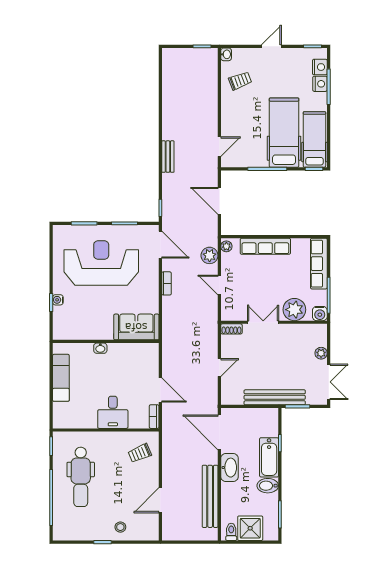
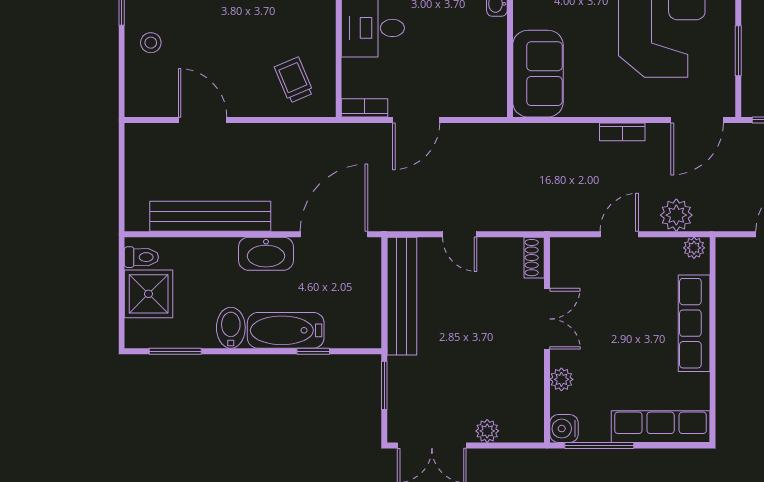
plant: (294, 310) -> (561, 379), width x0.53, depth x0.53
bench: (275, 397) -> (402, 296), moved

